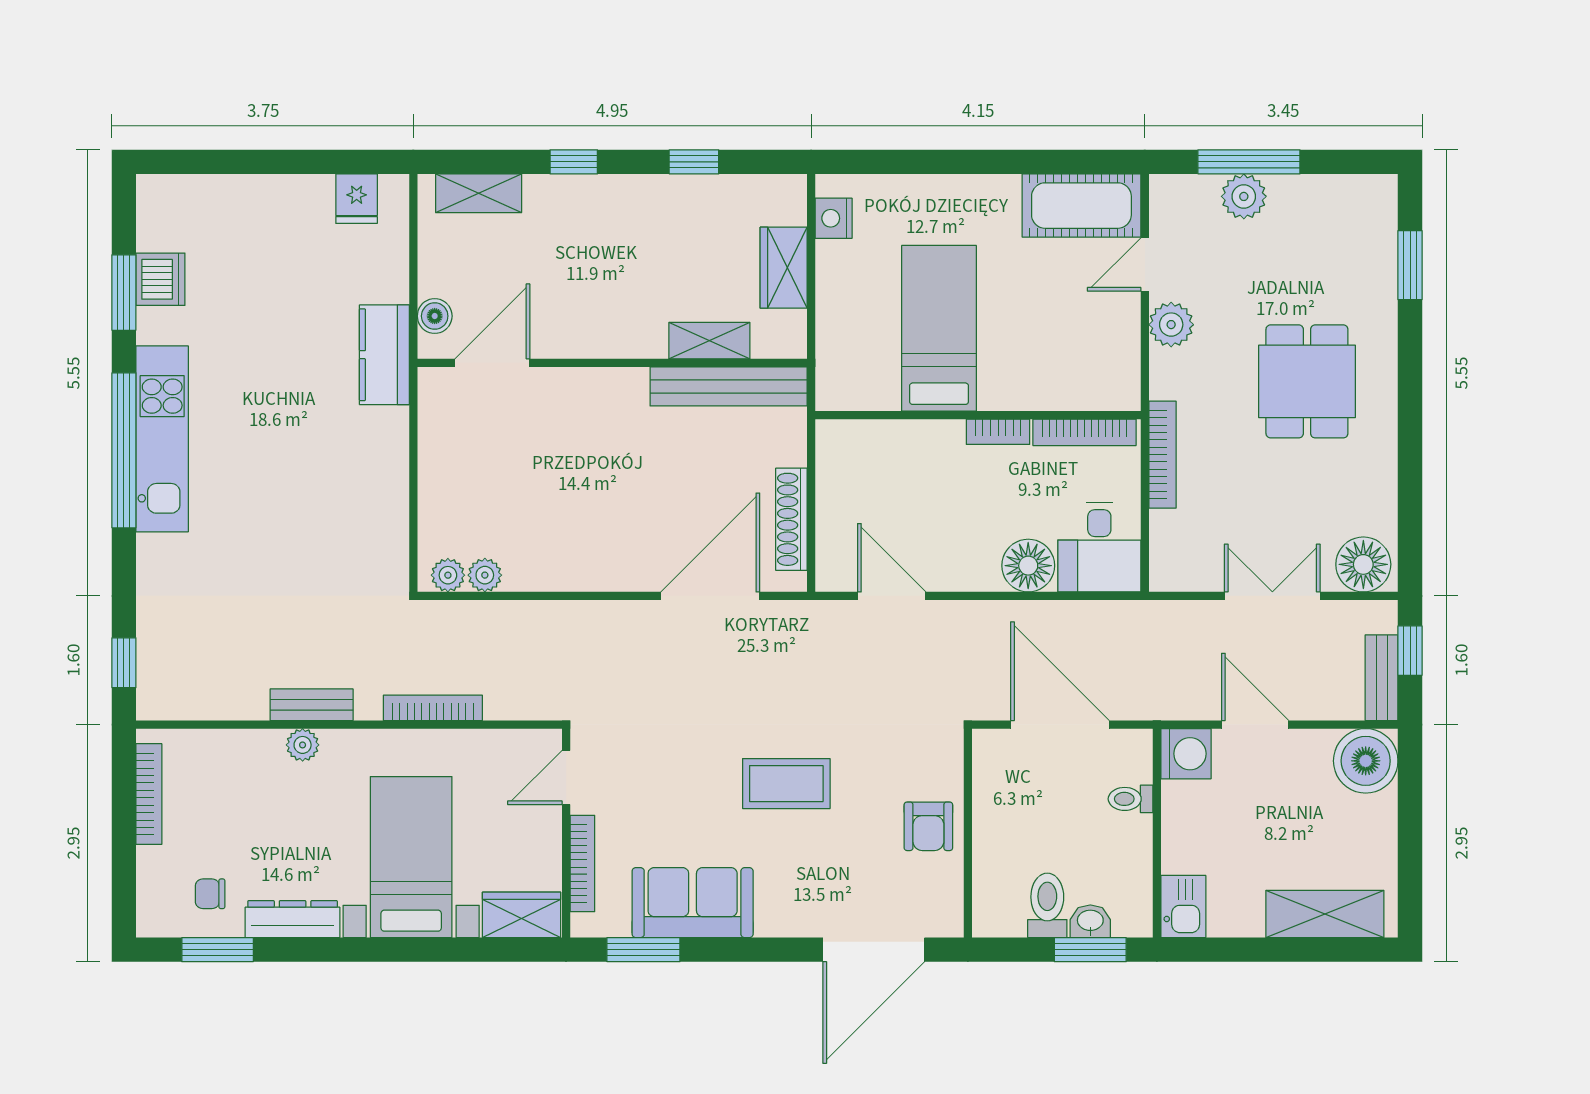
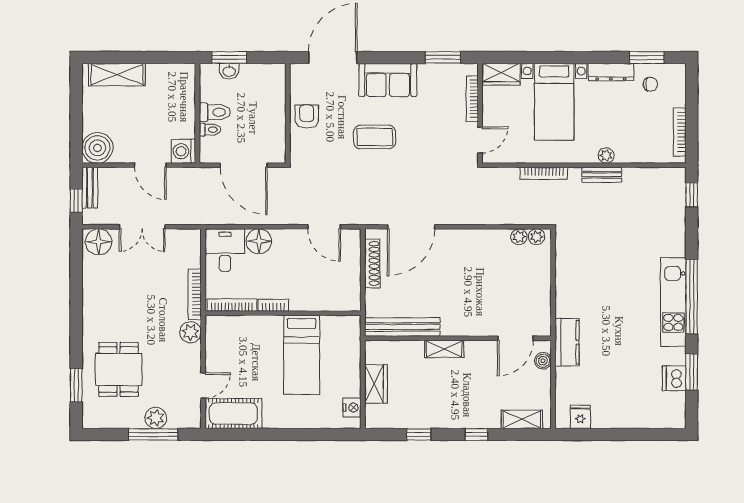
plant: (1171, 325) -> (190, 332), moved
shelving: (709, 341) -> (444, 349), moved
dining table: (1307, 381) -> (118, 369), moved
sofa: (693, 903) -> (388, 80), moved
toilet: (1047, 905) -> (215, 112), moved, turned -90
kitchen sink: (1183, 907) -> (185, 78), removed

